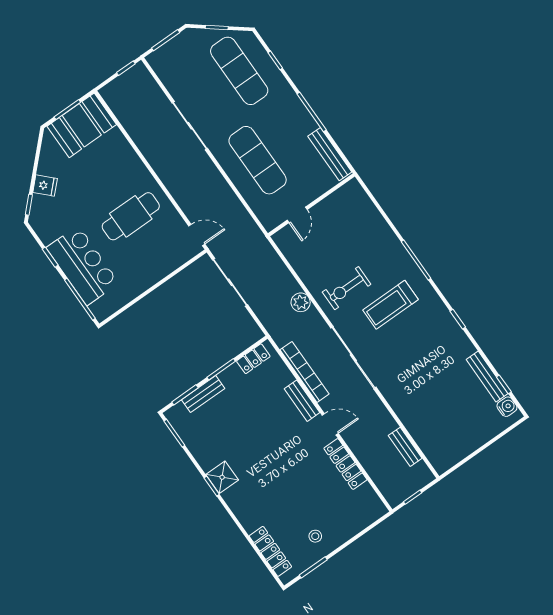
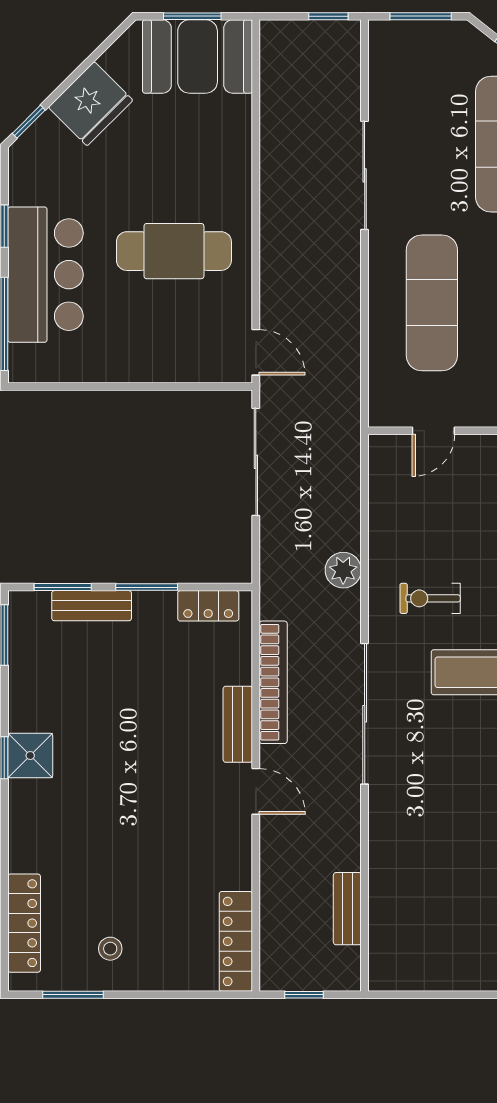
fridge: (45, 185) -> (91, 104), width x1.88, depth x1.34
exercise bike: (347, 288) -> (430, 598), width x0.73, depth x0.72
locker: (345, 464) -> (236, 941), moved

